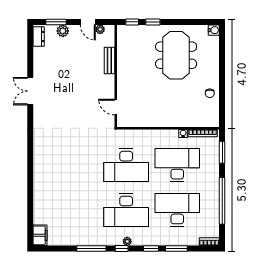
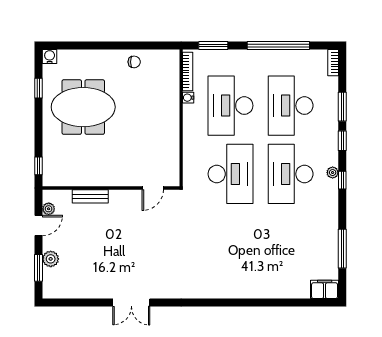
window: (153, 22) -> (39, 88), moved
dresser: (39, 36) -> (58, 291), removed
desk: (126, 210) -> (291, 174), turned 180
window: (91, 249) -> (342, 249), moved

